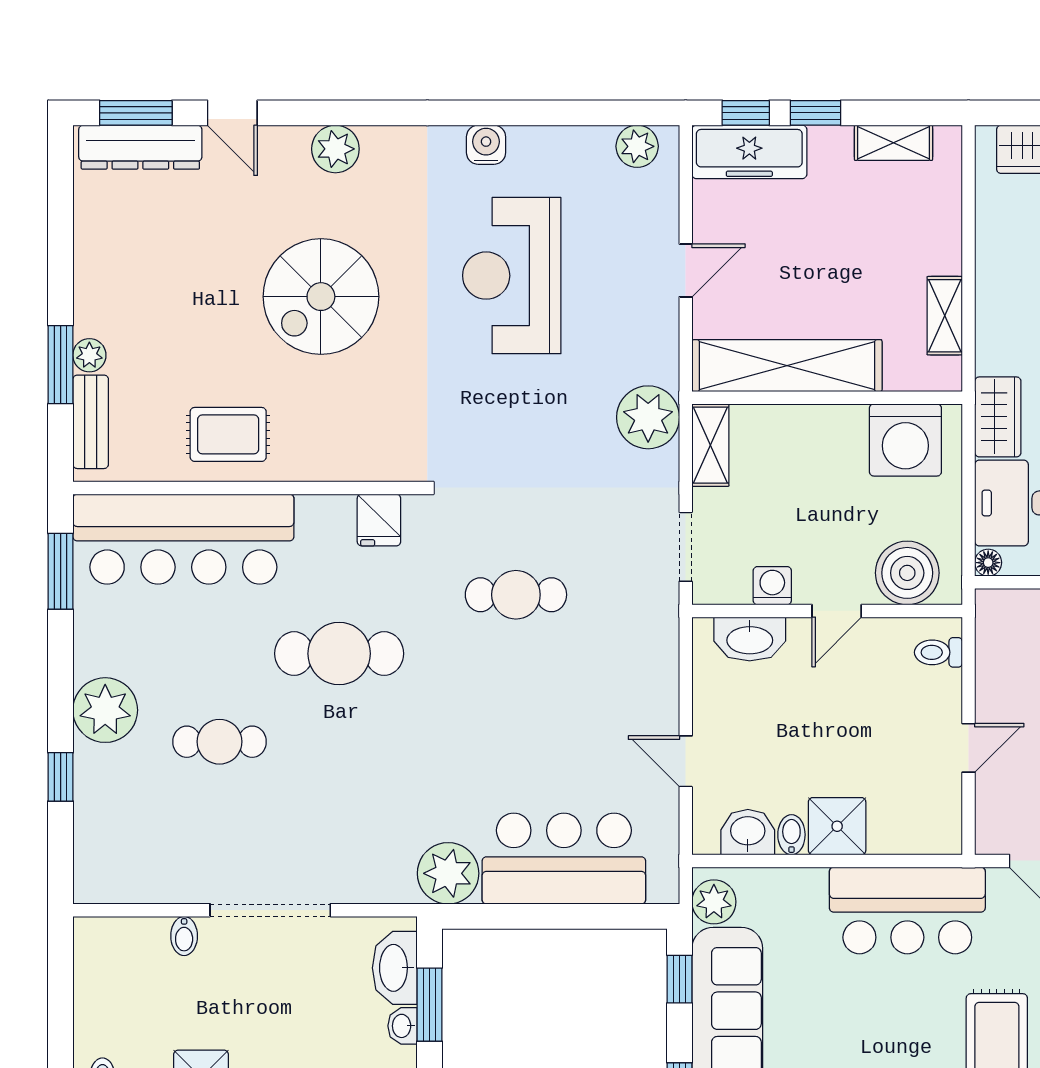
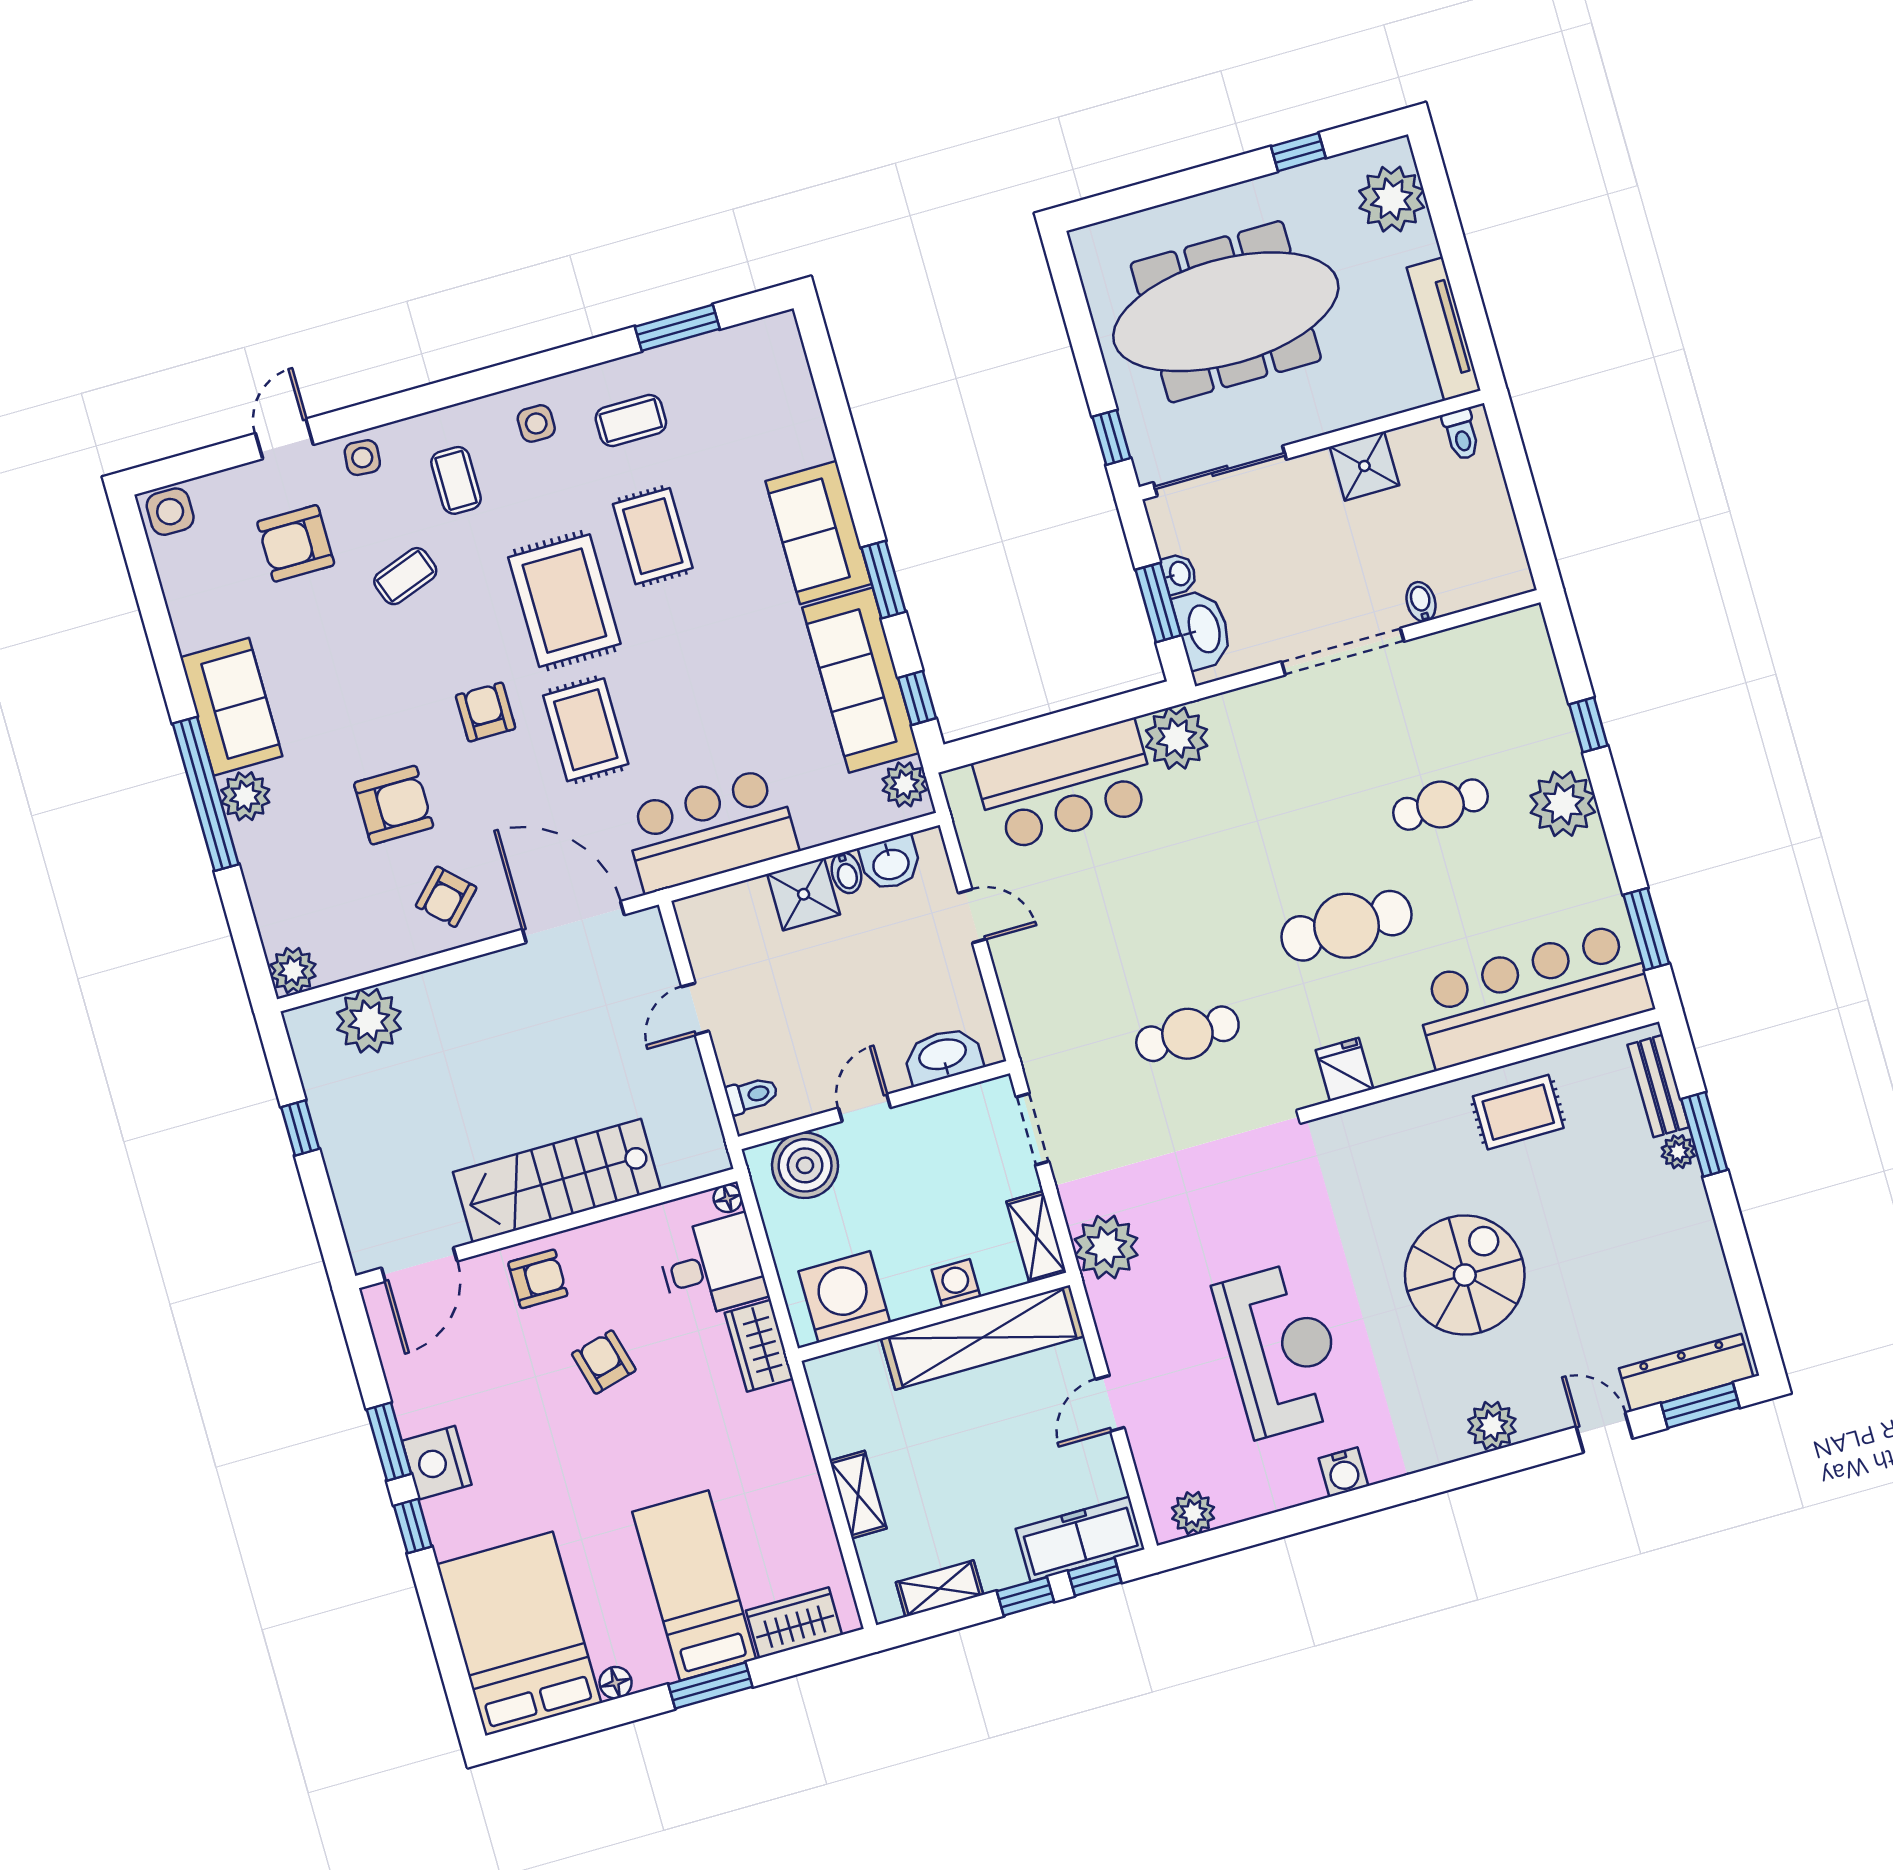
shelving: (945, 316) -> (858, 1495), moved
washing machine: (772, 586) -> (956, 1283), moved, turned 180

